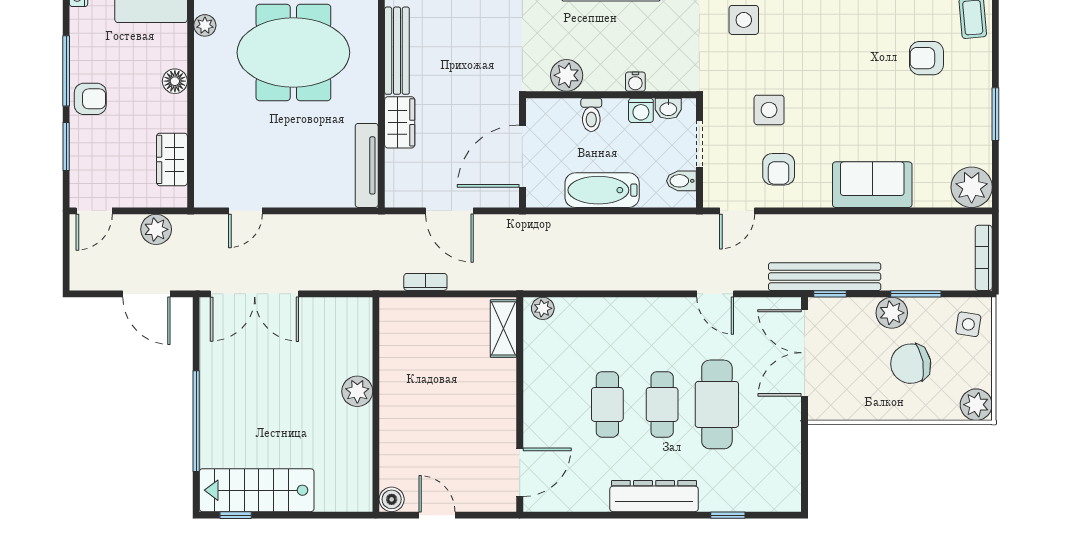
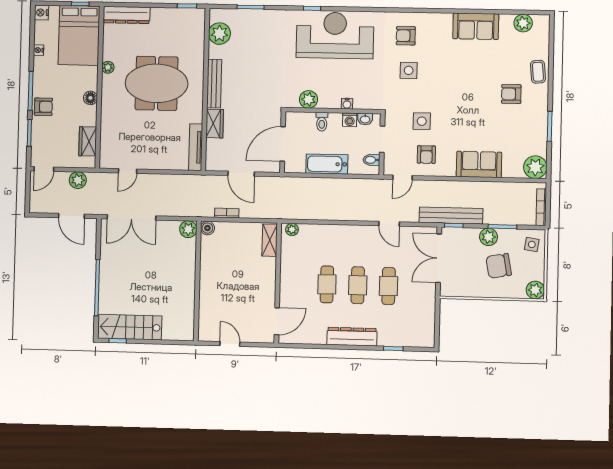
plant: (357, 391) -> (188, 229), moved
cafe table: (717, 404) -> (389, 286), width x0.73, depth x0.74
boiler: (392, 499) -> (207, 228), moved

